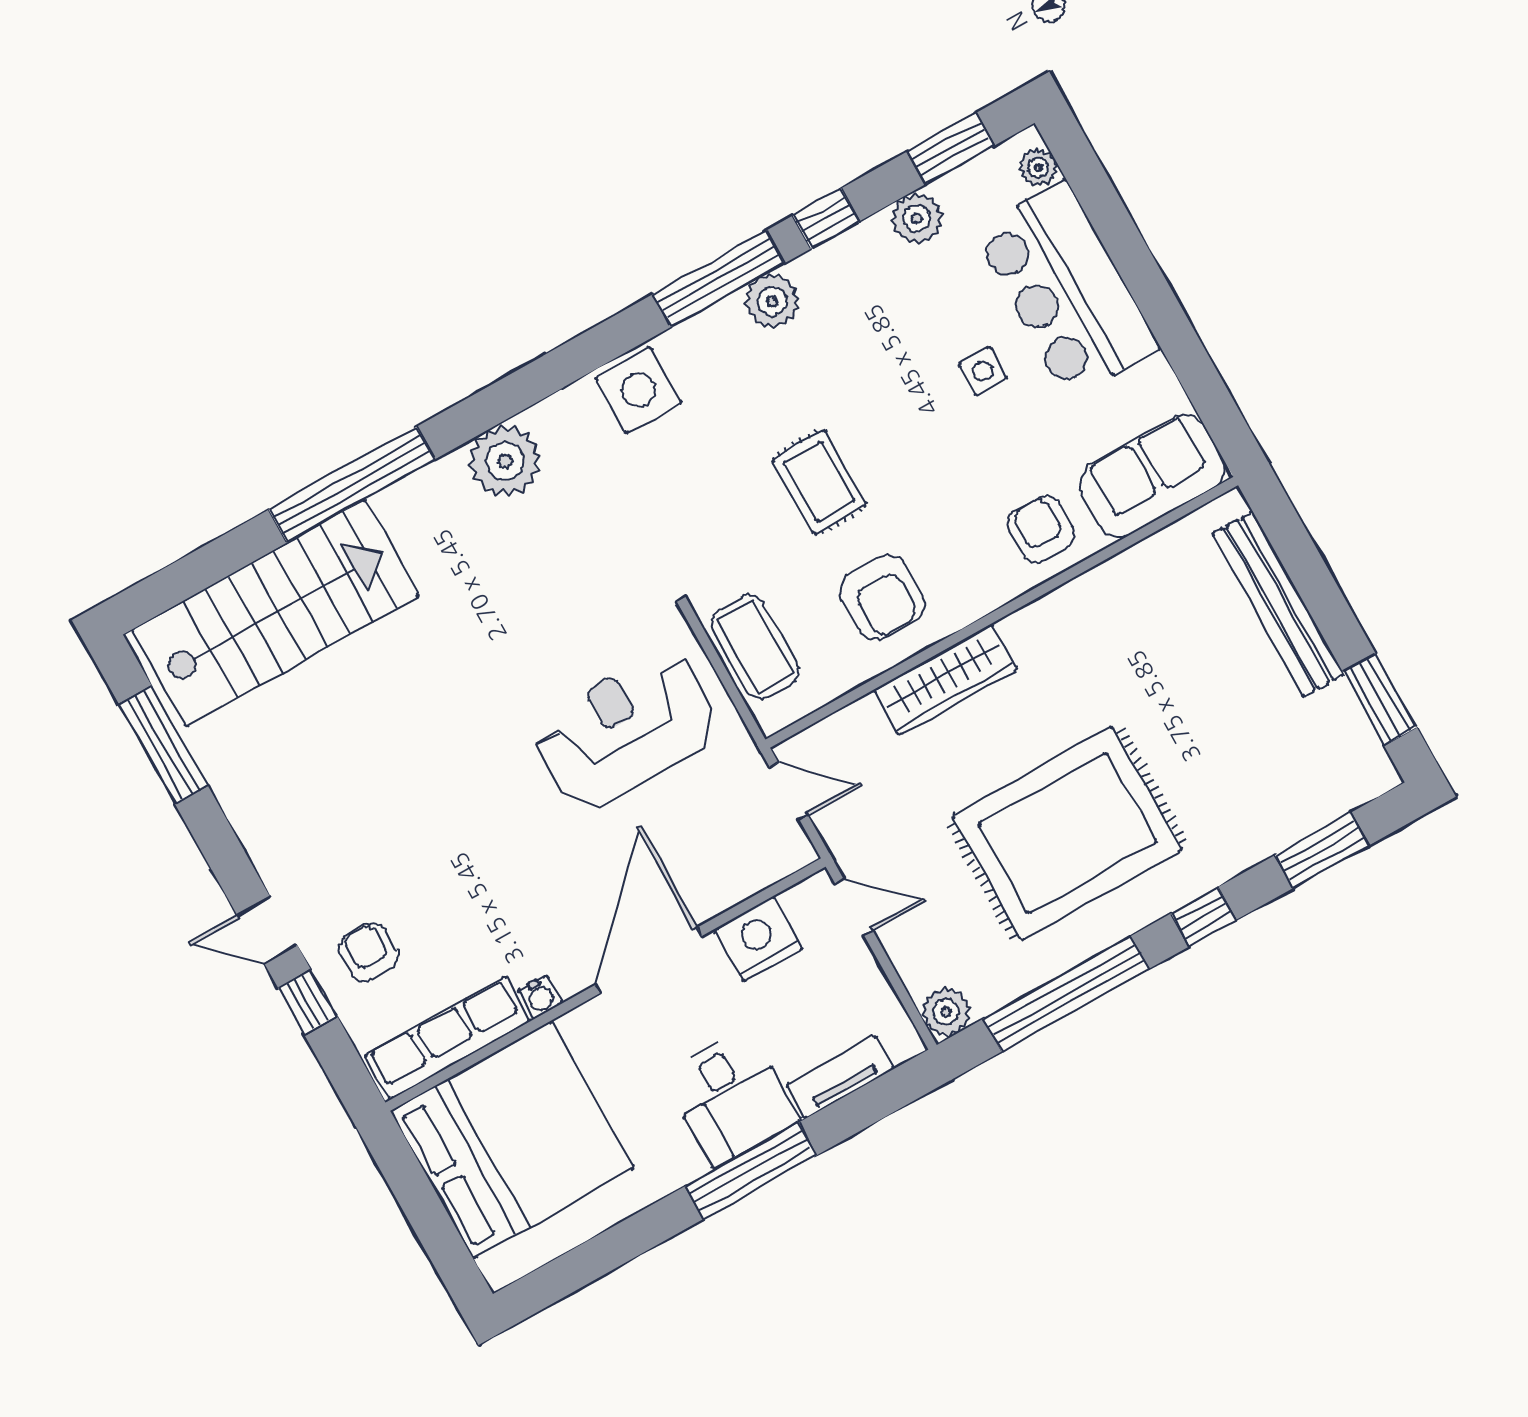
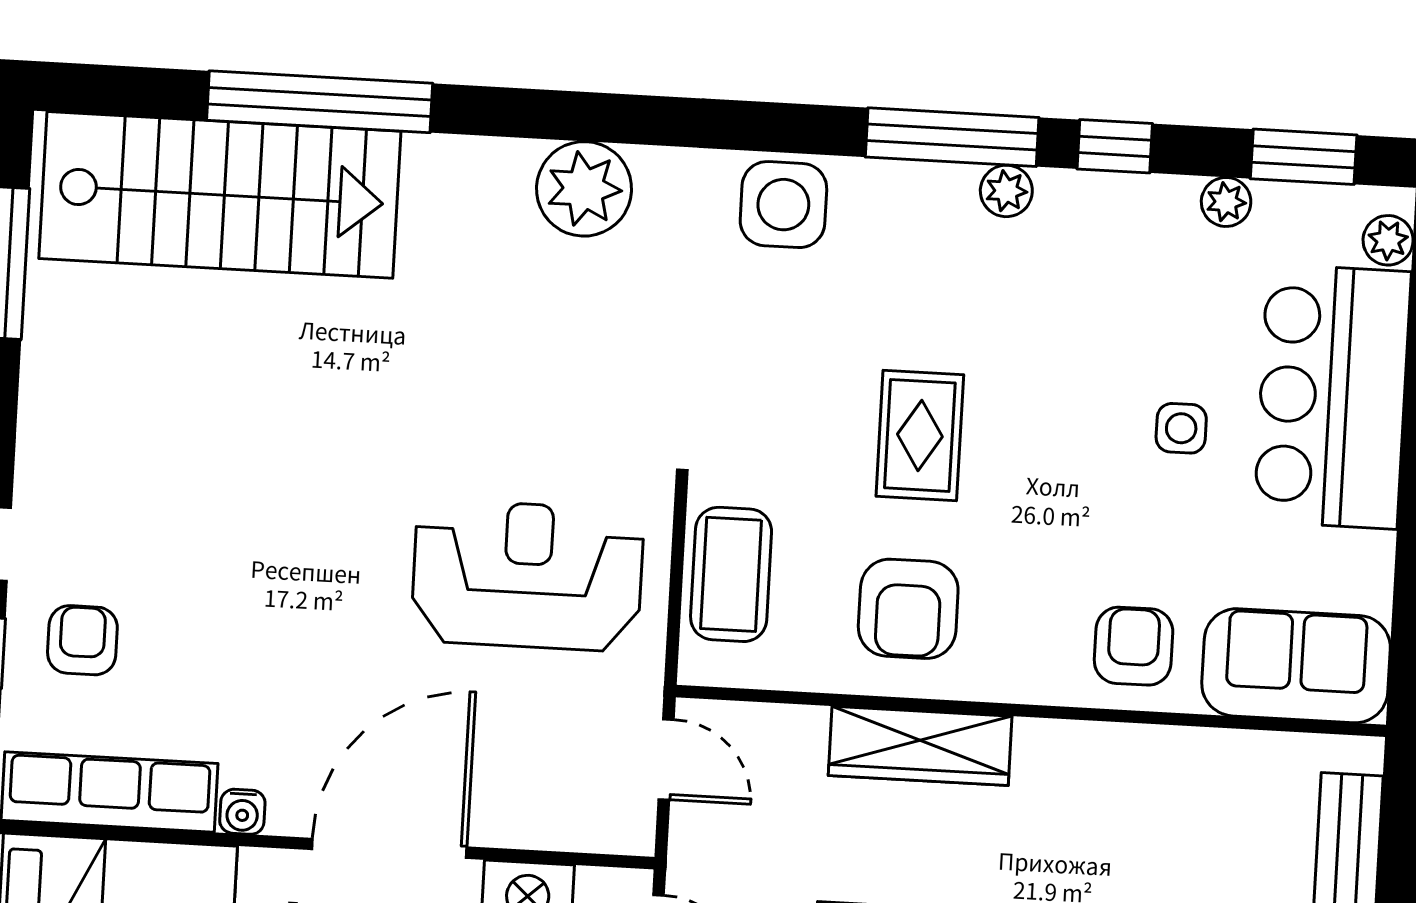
plant: (917, 218) -> (1226, 202), width x0.73, depth x0.73
plant: (772, 301) -> (1006, 191), width x0.73, depth x0.73
window: (352, 485) -> (320, 102), moved

